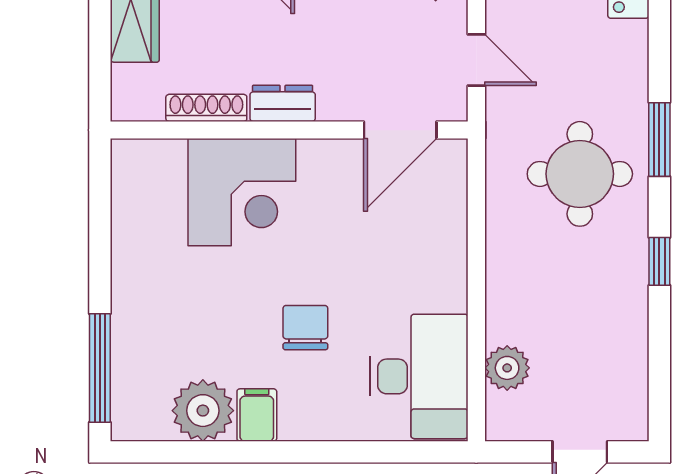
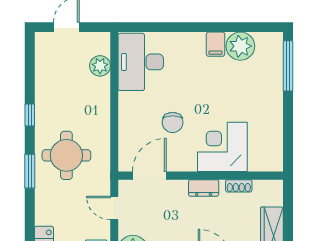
shoe rack: (206, 108) -> (239, 186), width x0.70
chair: (305, 328) -> (173, 122), moved

